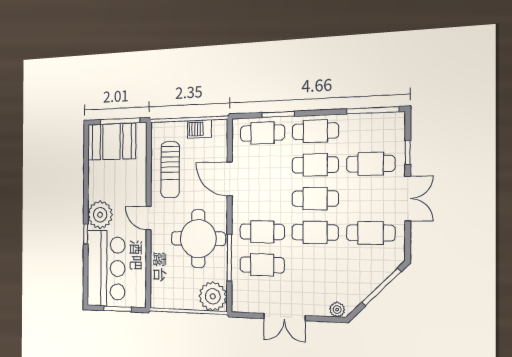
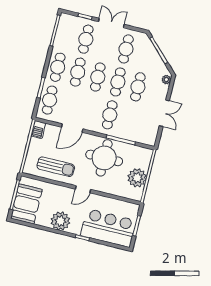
barbecue: (200, 129) -> (38, 130), moved
plant: (100, 215) -> (60, 221), moved
cafe table: (262, 265) -> (138, 87), moved
plant: (213, 296) -> (137, 178), moved

